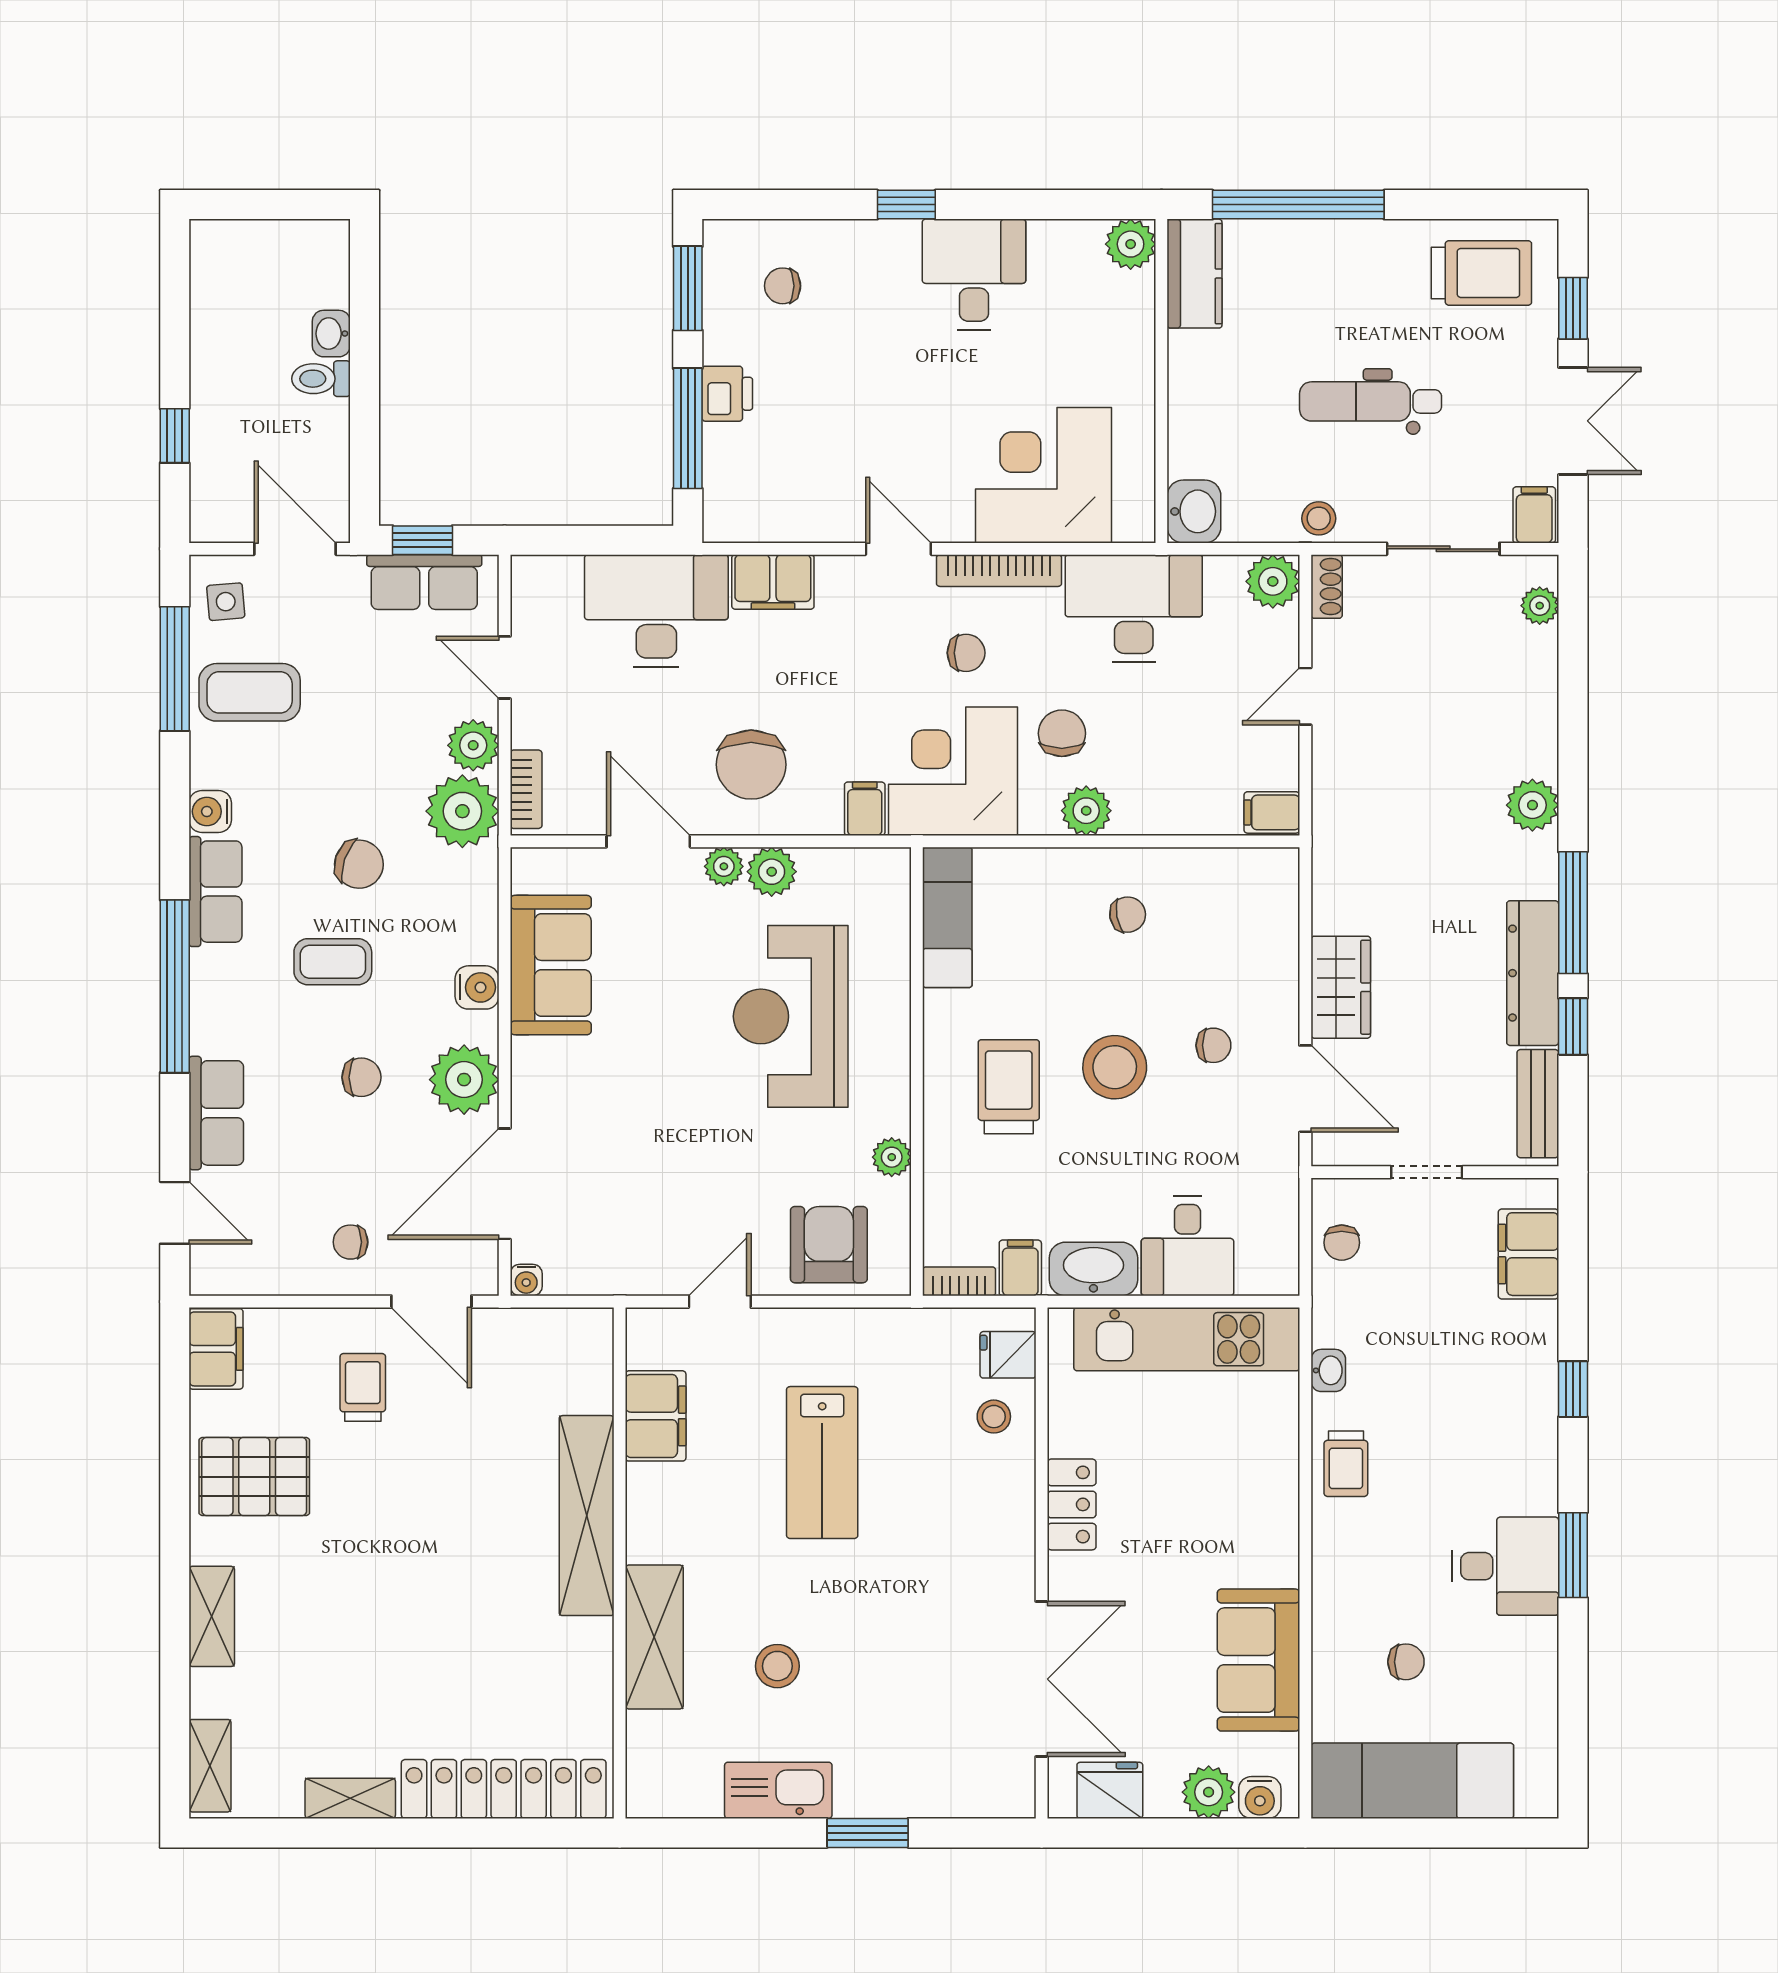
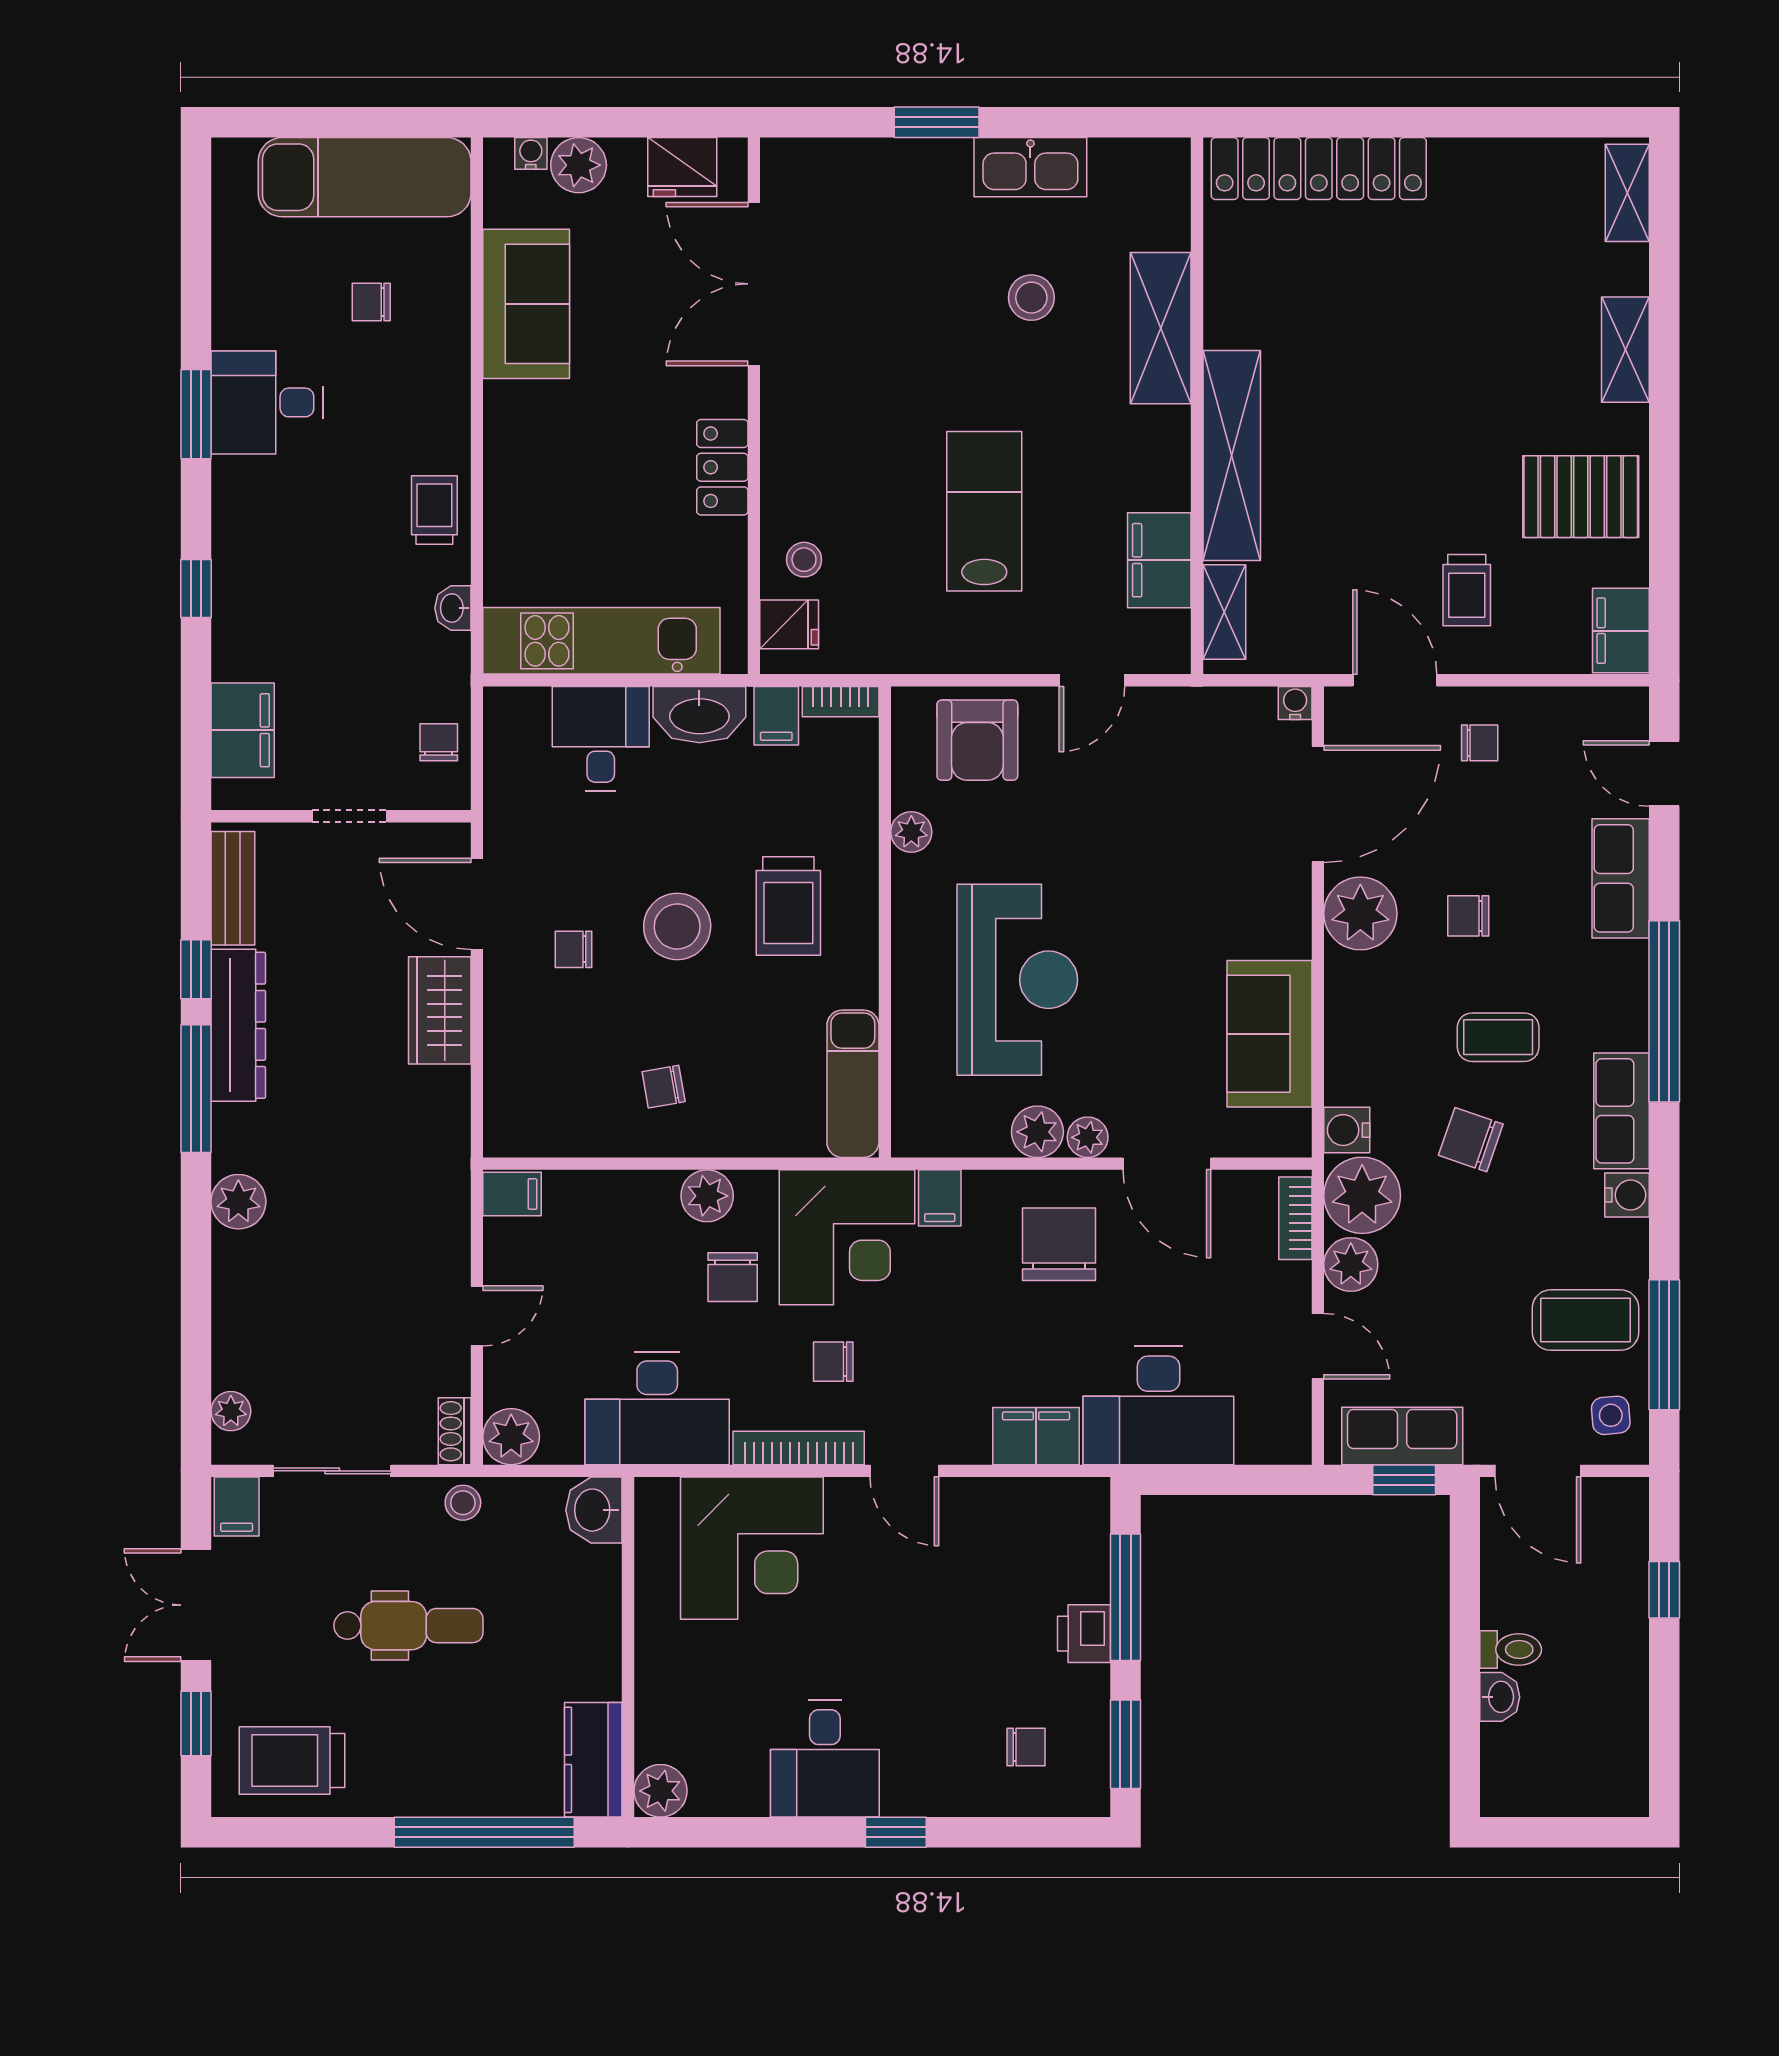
water cooler: (477, 987) -> (1347, 1130), moved
water cooler: (1260, 1797) -> (531, 153), width x0.72, depth x0.72
shelving: (350, 1798) -> (1224, 612), moved, turned 90

